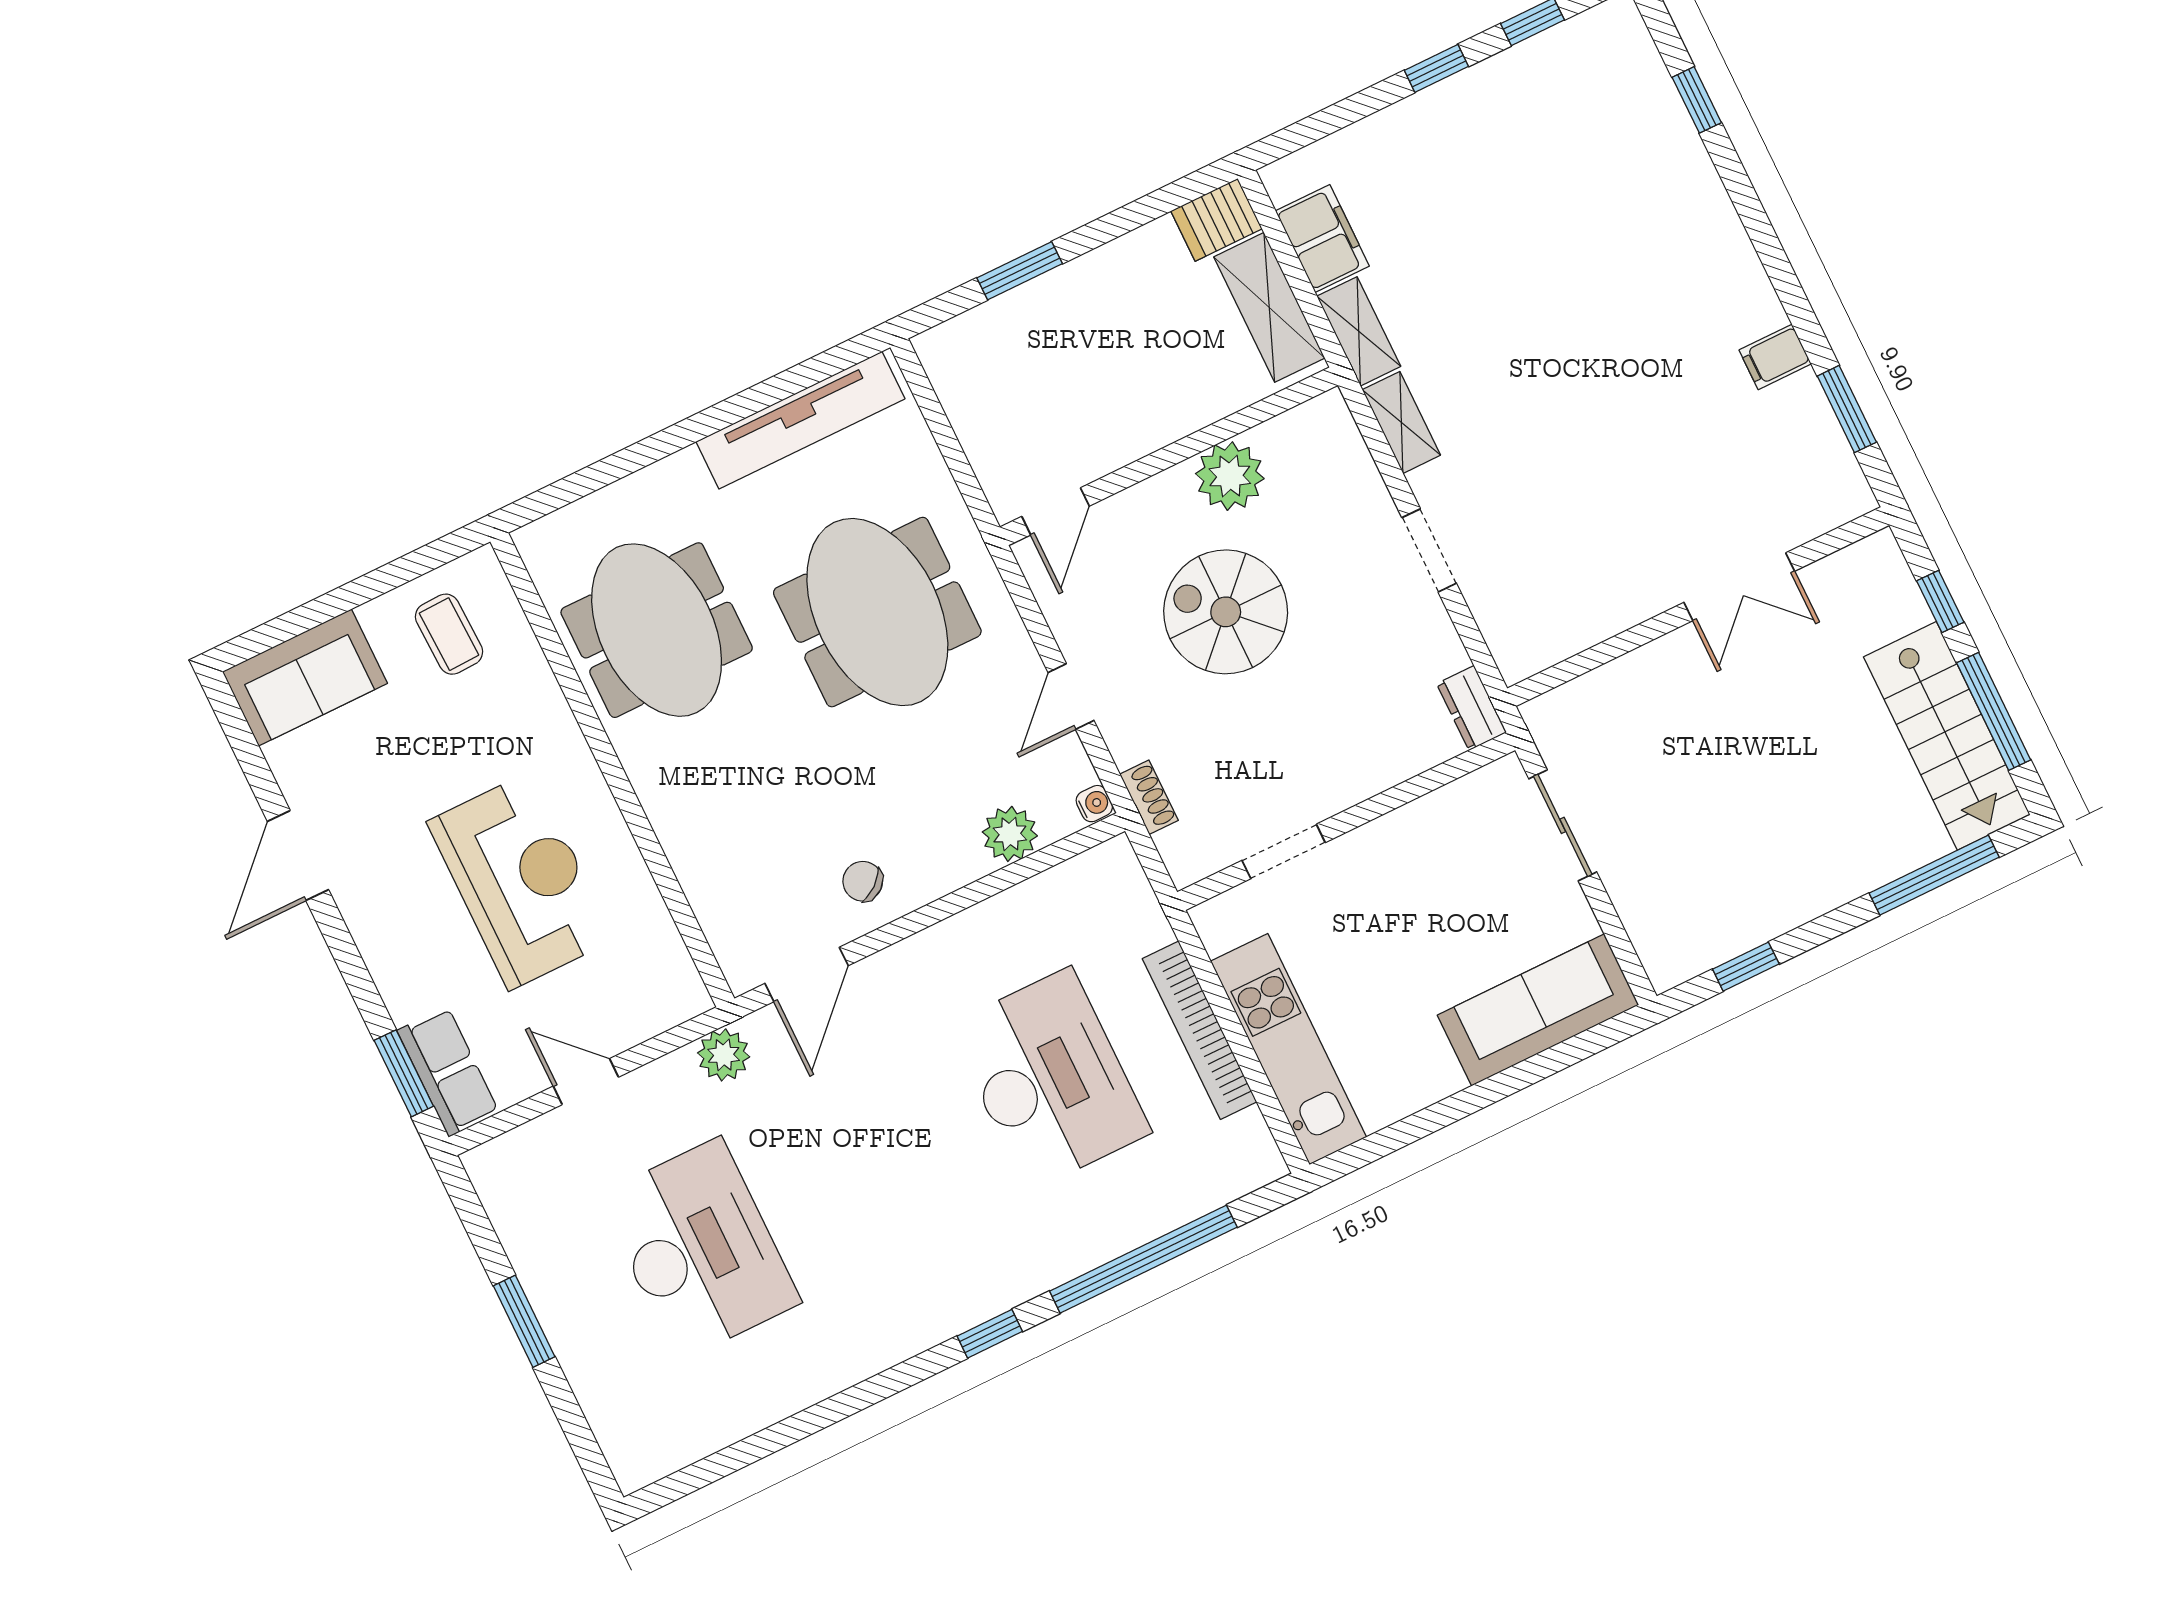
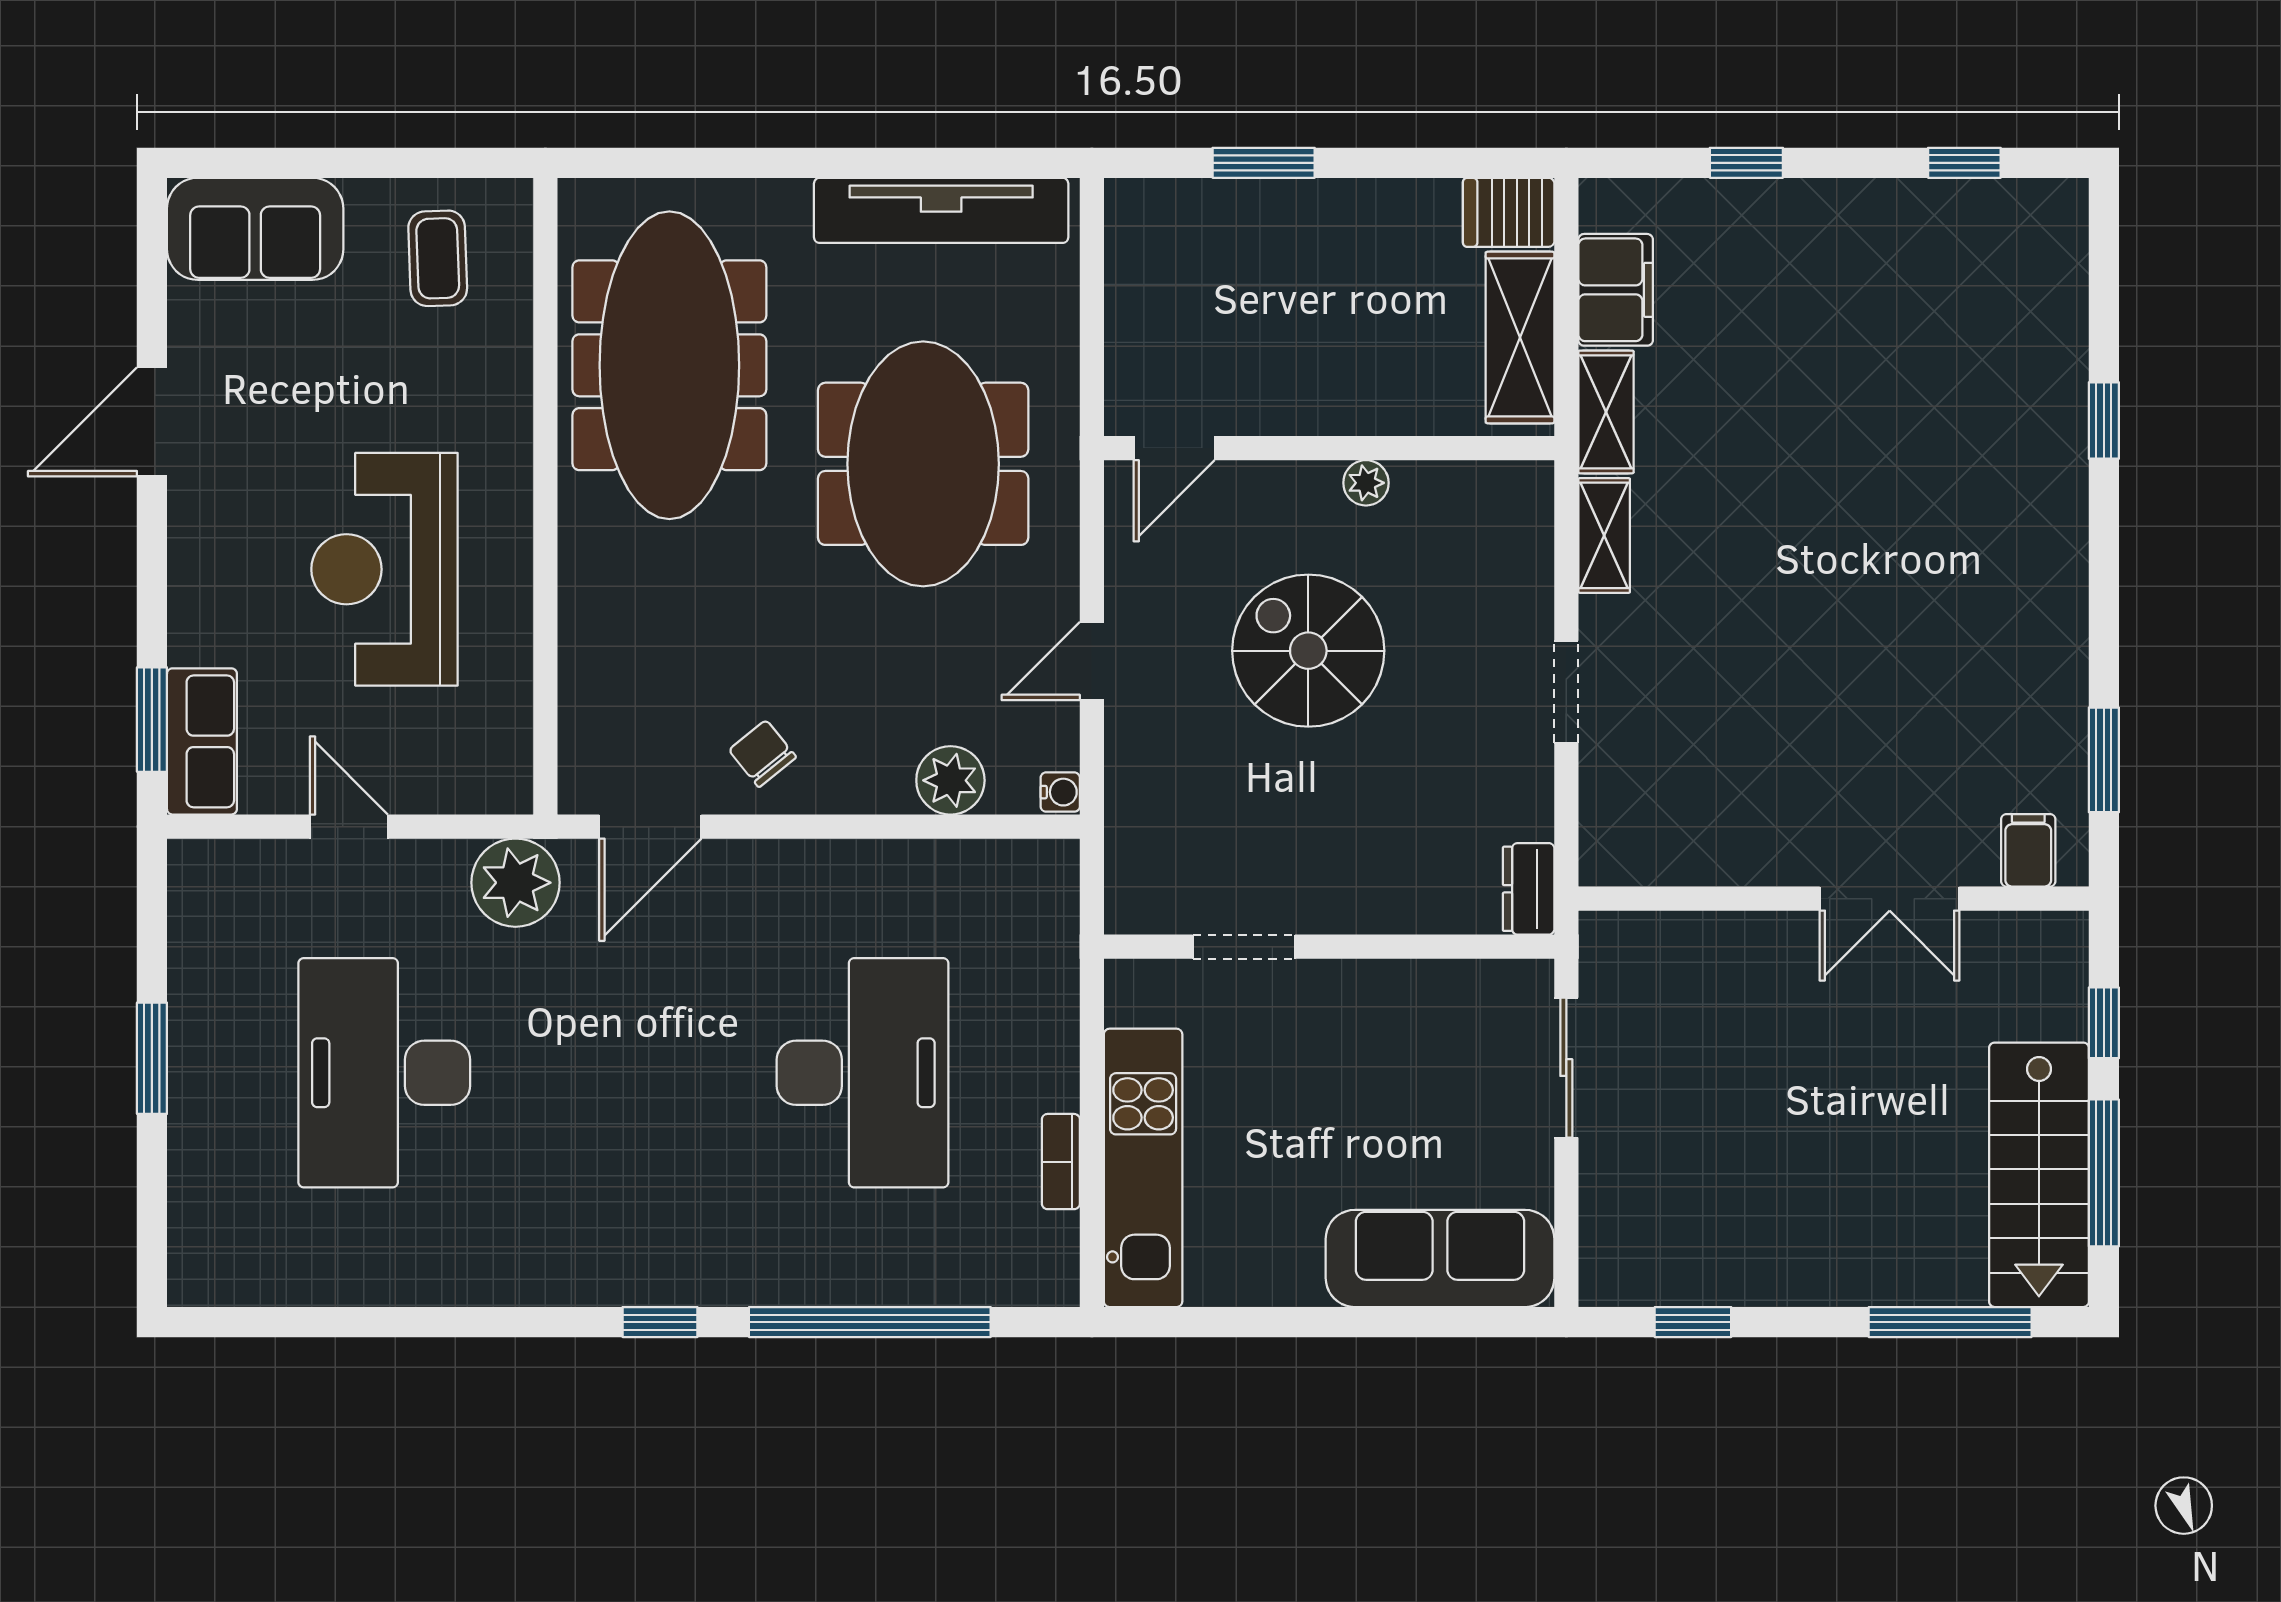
window: (1436, 68) -> (1746, 163), moved
window: (1697, 100) -> (2104, 421), moved
filing cabinet: (1775, 357) -> (2028, 850), moved, turned 90
plant: (1230, 476) -> (1366, 483), width x0.53, depth x0.53
meeting table: (657, 630) -> (669, 365), width x1.36
shoe rack: (1149, 797) -> (1124, 814), removed
reception desk: (521, 881) -> (384, 569), turned 180
bookcase: (1200, 1030) -> (1061, 1162), width x0.43, depth x0.76
plant: (724, 1055) -> (515, 883), width x1.36, depth x1.36
desk: (699, 1249) -> (384, 1073), turned 180

